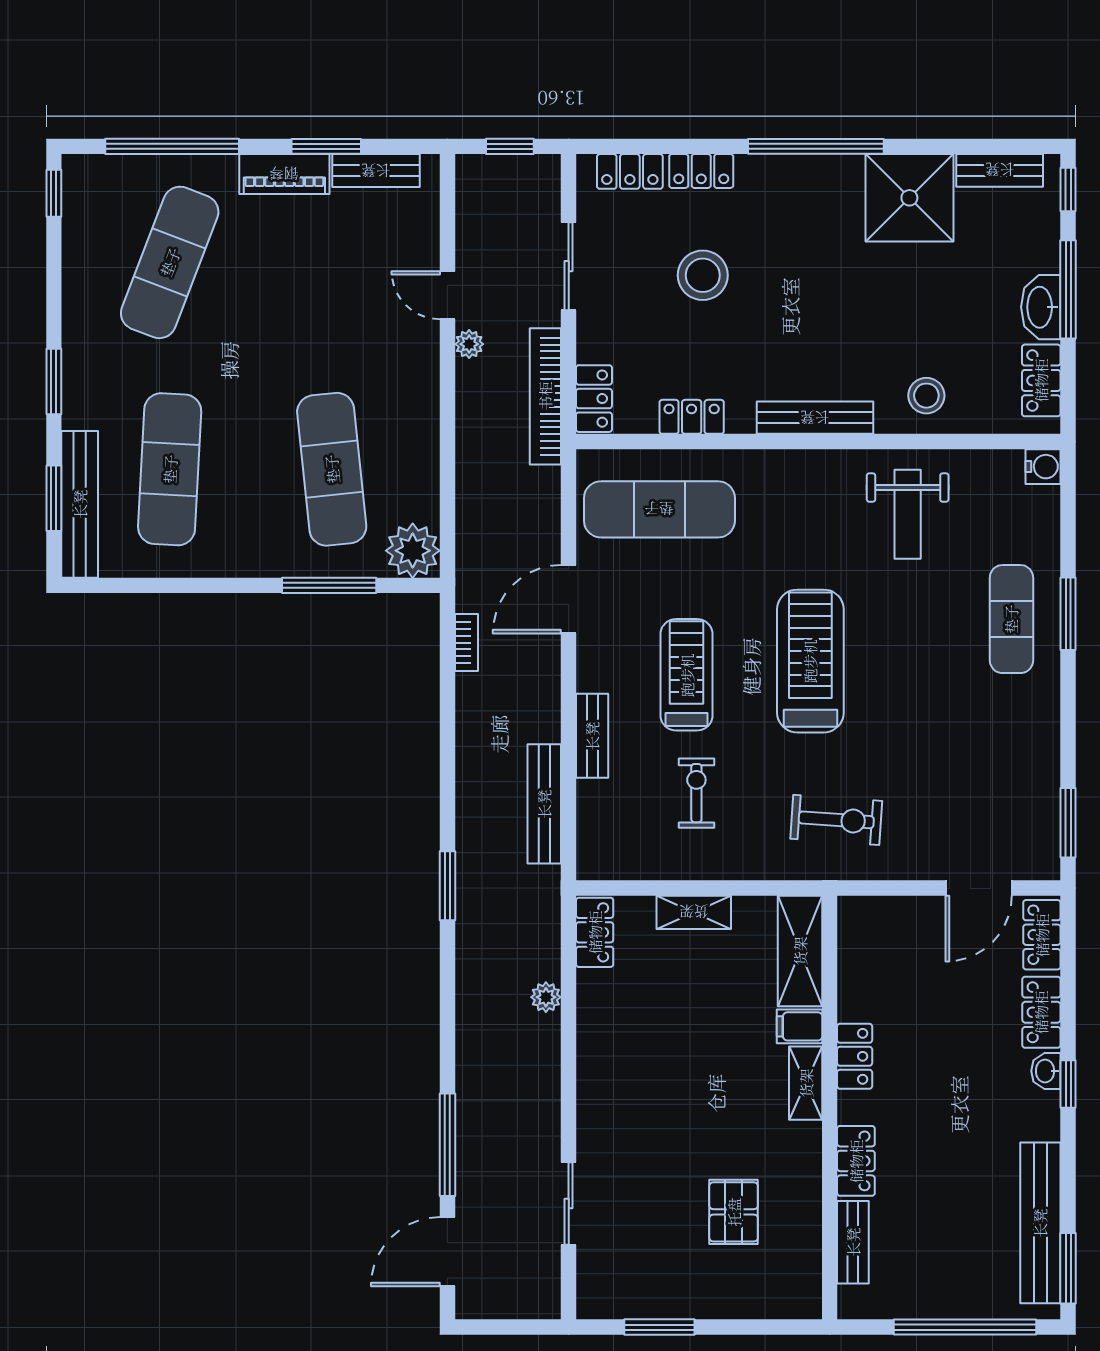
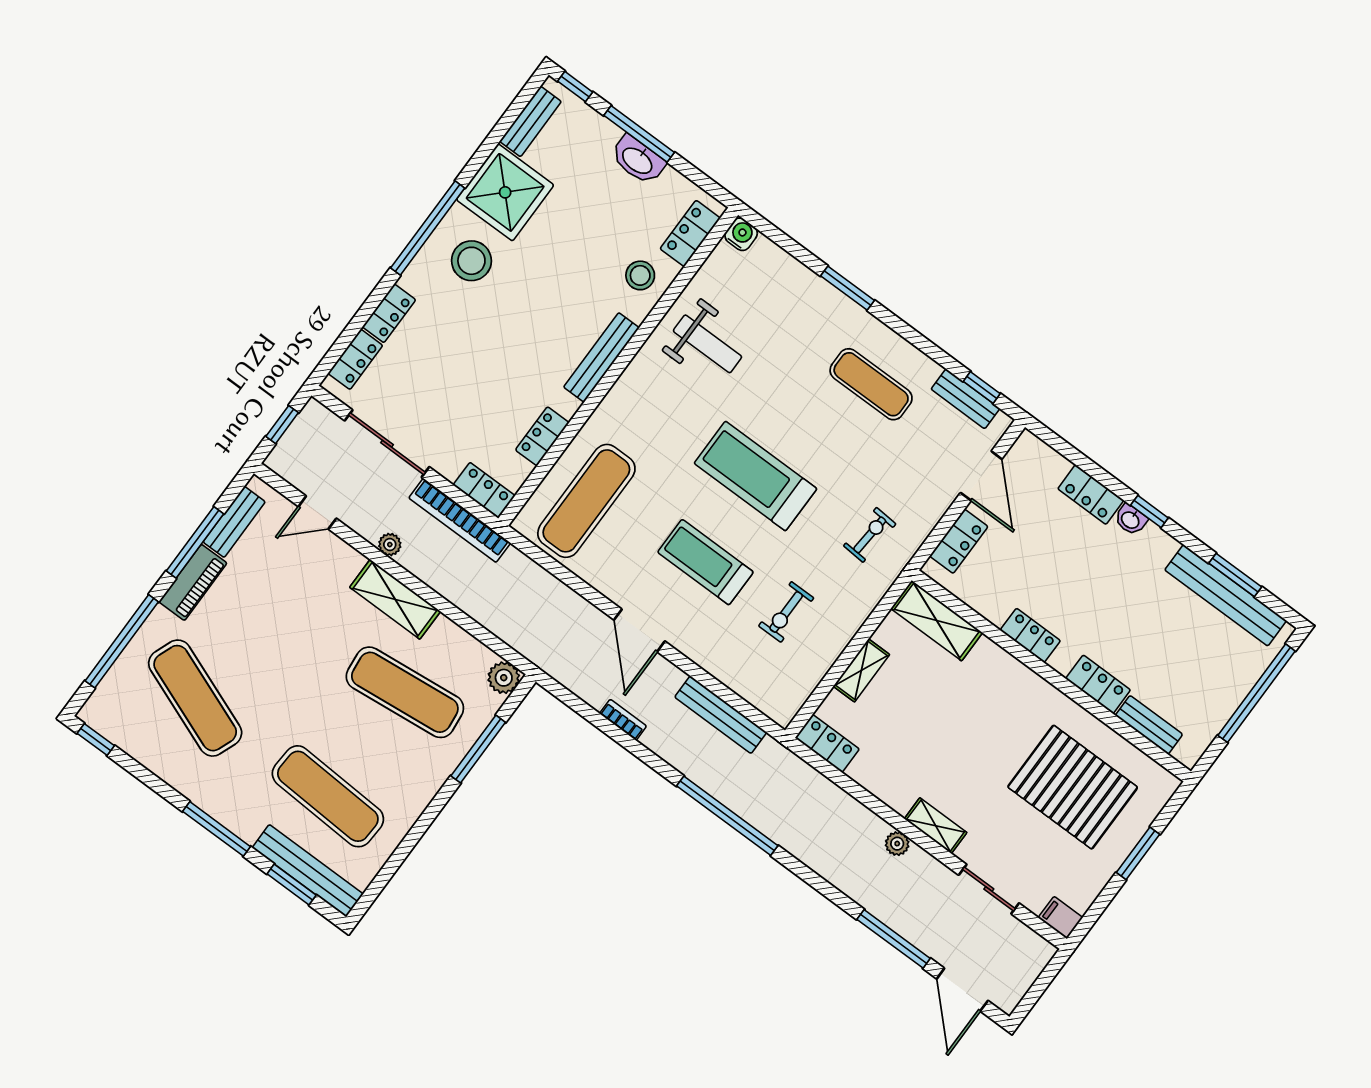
window: (326, 146) -> (195, 542), width x1.44
sliding door: (569, 266) -> (387, 444), width x1.37
stool: (703, 275) -> (471, 261), moved
door: (447, 295) -> (317, 512), moved
locker: (1041, 380) -> (690, 233), moved, turned 90
window: (54, 382) -> (217, 829), width x1.44
shelving: (418, 390) -> (395, 599), added
plant: (413, 551) -> (504, 678), width x0.73, depth x0.73
door: (569, 599) -> (639, 630), moved
exercise mat: (1011, 619) -> (871, 384), moved
bookcase: (466, 643) -> (623, 720), moved
bench: (592, 736) -> (965, 399), moved
exercise bike: (696, 793) -> (786, 612), turned -90
exercise bike: (836, 820) -> (870, 535), width x0.73, depth x0.72
window: (1068, 823) -> (982, 387), width x0.67
window: (447, 886) -> (727, 816), width x2.11
locker: (1042, 935) -> (959, 541), moved, turned -90
plant: (546, 997) -> (897, 844), moved
filing cabinet: (799, 1026) -> (1060, 918), moved, turned 90
shelving: (806, 1083) -> (936, 826), moved
pallet: (734, 1212) -> (1073, 787), width x2.05, depth x2.00
window: (1068, 1268) -> (1235, 575), moved
window: (659, 1327) -> (1138, 853), moved

